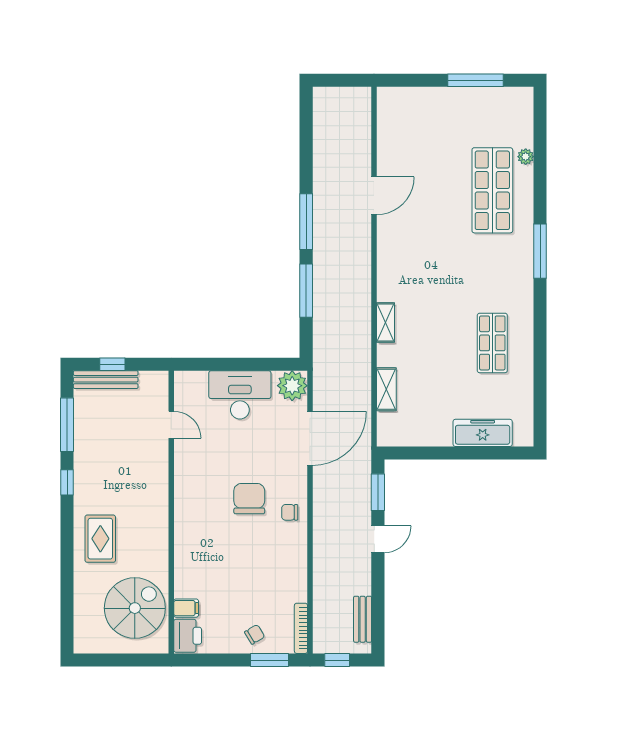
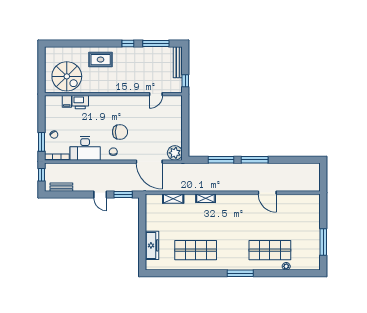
shop shelf: (492, 343) -> (196, 250), width x1.43, depth x1.36
window: (112, 364) -> (185, 81), moved
desk: (240, 395) -> (85, 148), moved, turned 90
printer: (188, 636) -> (80, 102), moved

